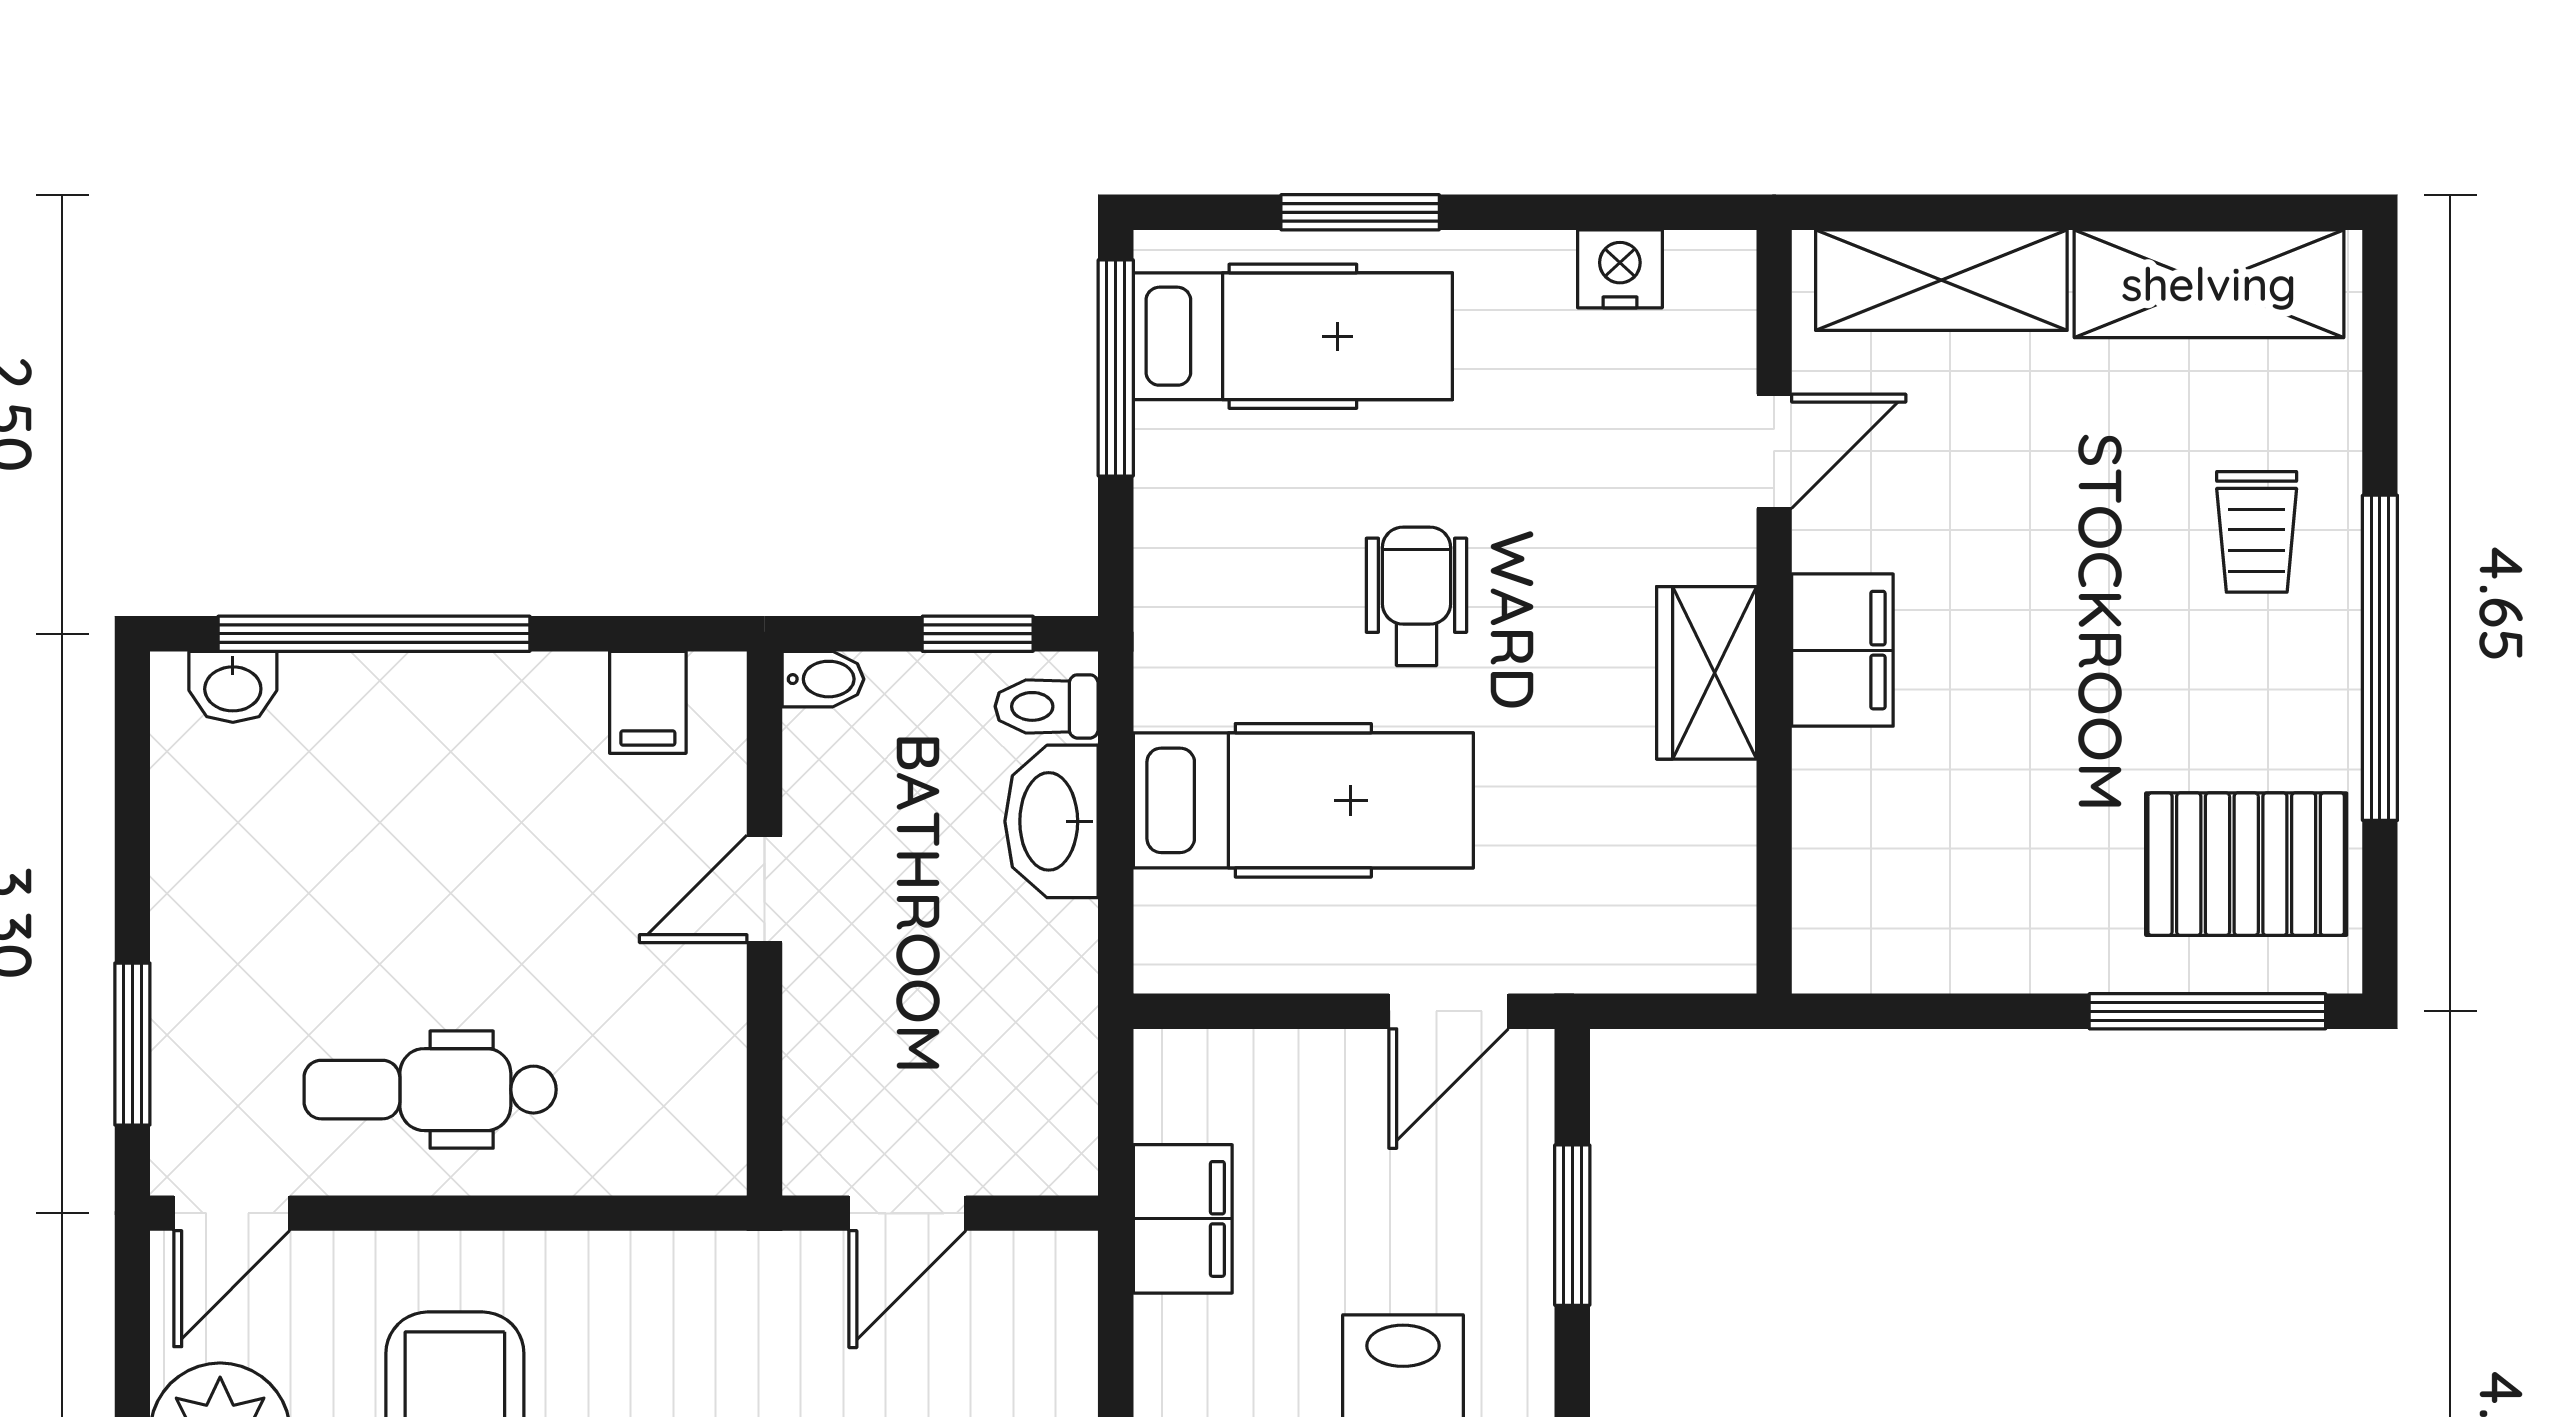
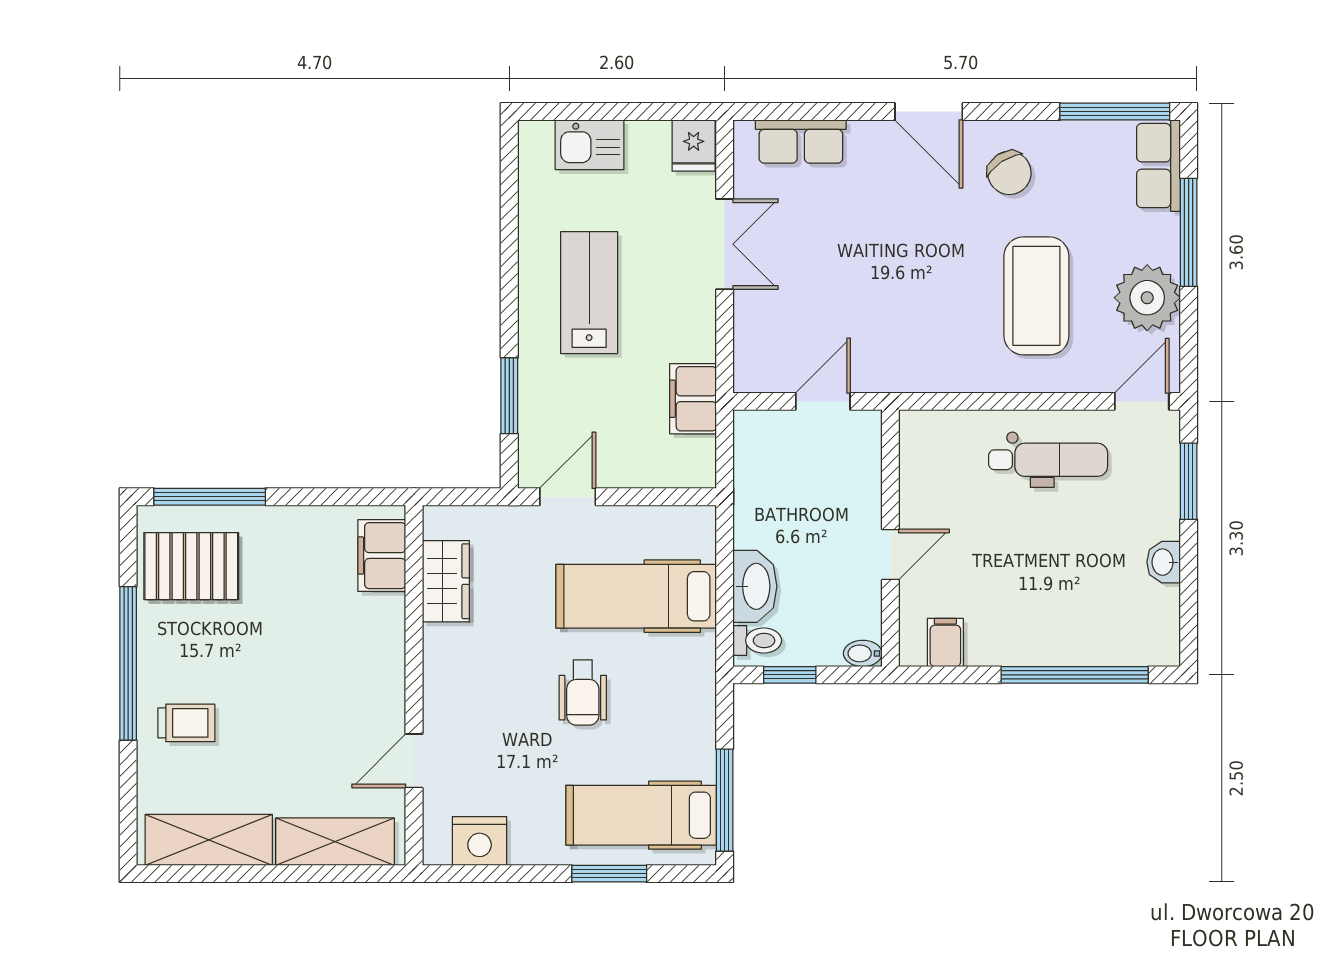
nightstand: (1620, 269) -> (480, 841), width x1.36, depth x1.33
trolley: (2257, 532) -> (186, 723), turned 90
filing cabinet: (1842, 650) -> (382, 556), moved
wardrobe: (1707, 673) -> (446, 581), moved
washbasin: (233, 687) -> (1164, 562), moved, turned -90

